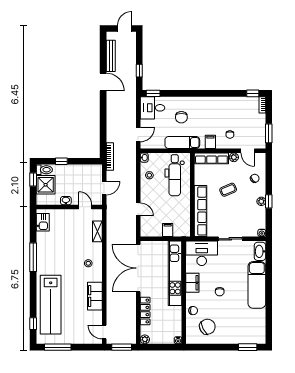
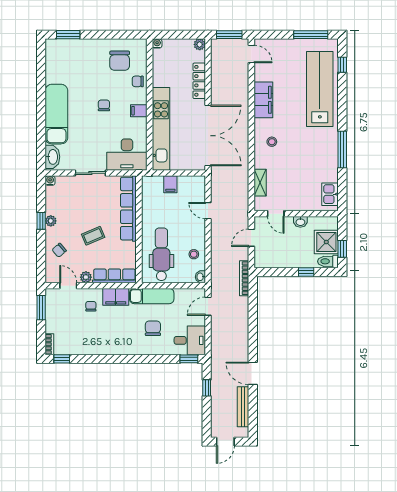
filing cabinet: (210, 142) -> (116, 297), width x2.00
filing cabinet: (192, 283) -> (139, 111), width x0.50
chair: (207, 327) -> (120, 61), turned -62

